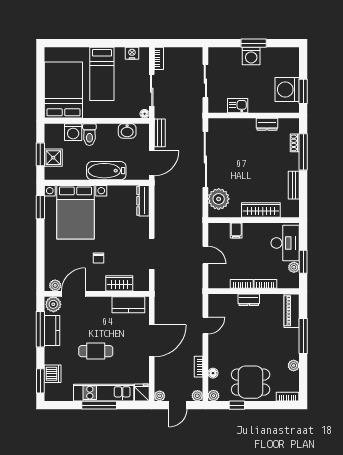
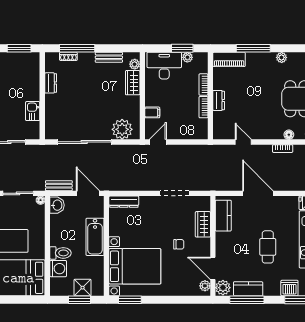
washing machine: (287, 89) -> (17, 64), removed
washbasin: (127, 131) -> (57, 205), moved
wardrobe: (261, 210) -> (133, 83), width x0.67
plant: (287, 212) -> (135, 64), added
door: (205, 255) -> (158, 142), moved

